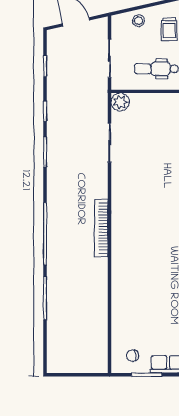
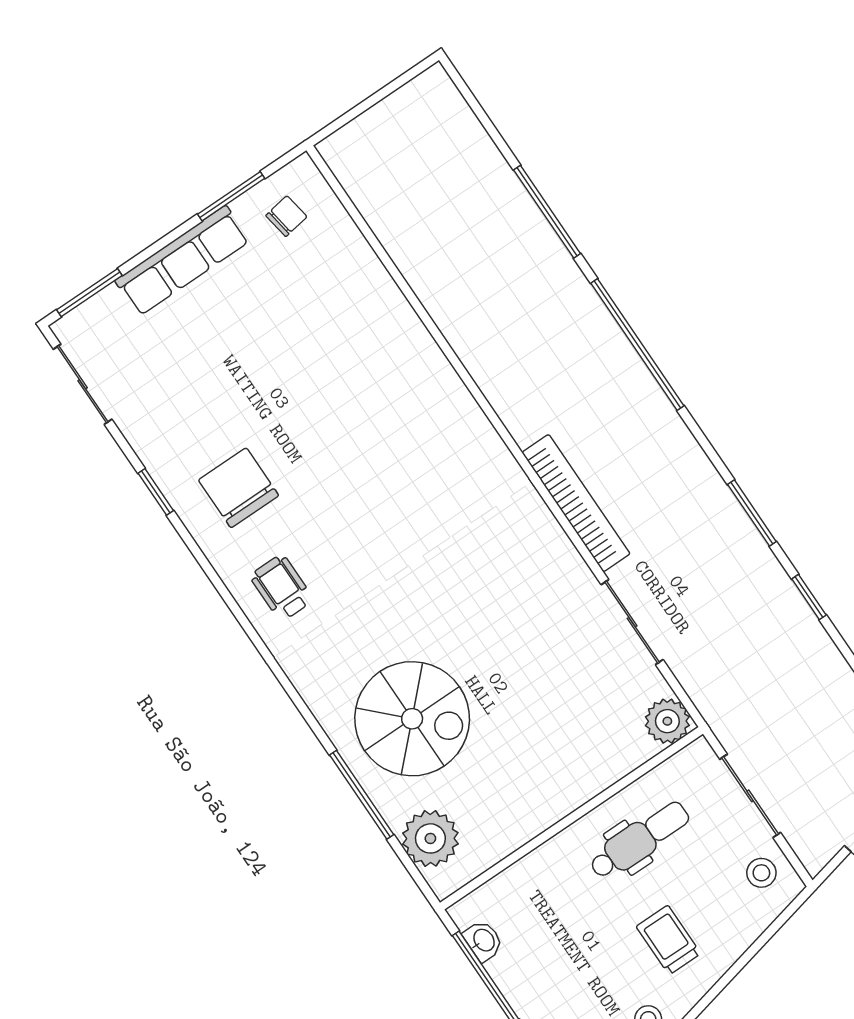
stool: (138, 21) -> (761, 873), moved
bookcase: (101, 228) -> (576, 503), moved

